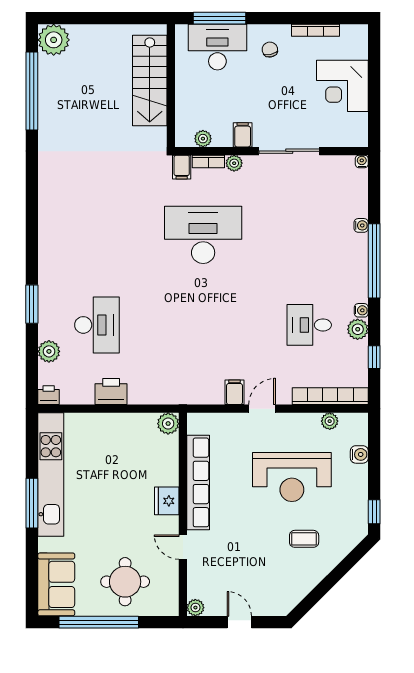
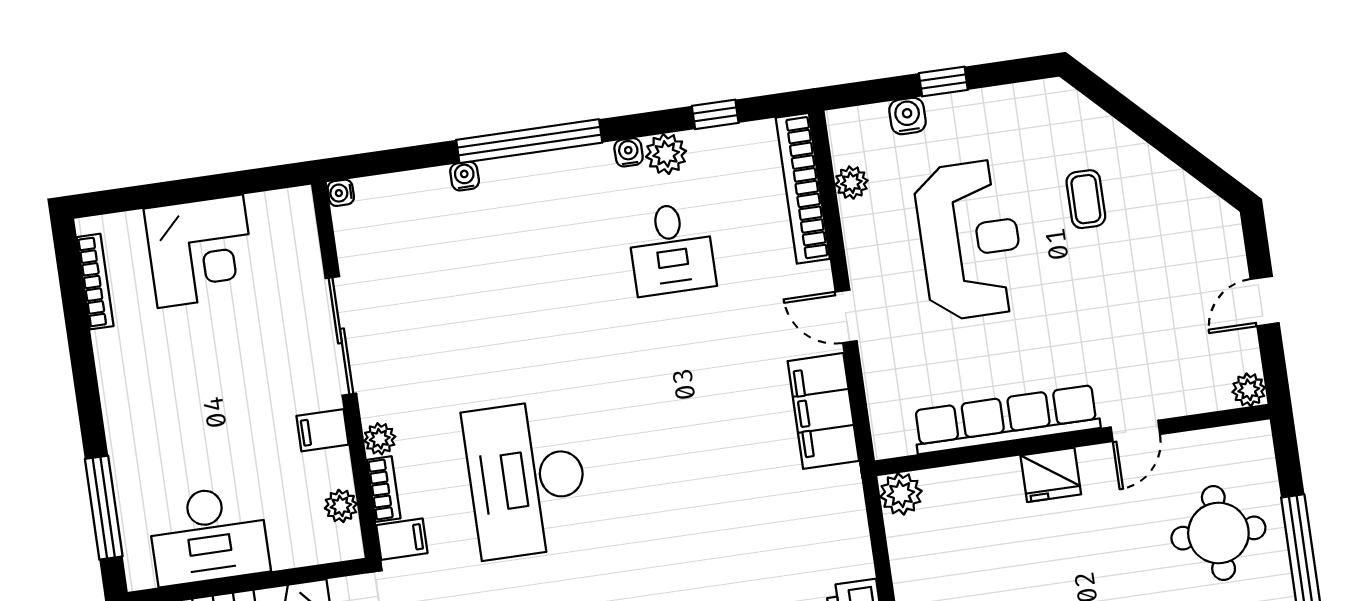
bookcase: (316, 30) -> (95, 282), moved
desk: (217, 47) -> (208, 535), moved, turned -90
chair: (270, 50) -> (150, 401), removed
filing cabinet: (234, 392) -> (823, 411), width x3.00, depth x1.17
window: (374, 512) -> (943, 81), moved

